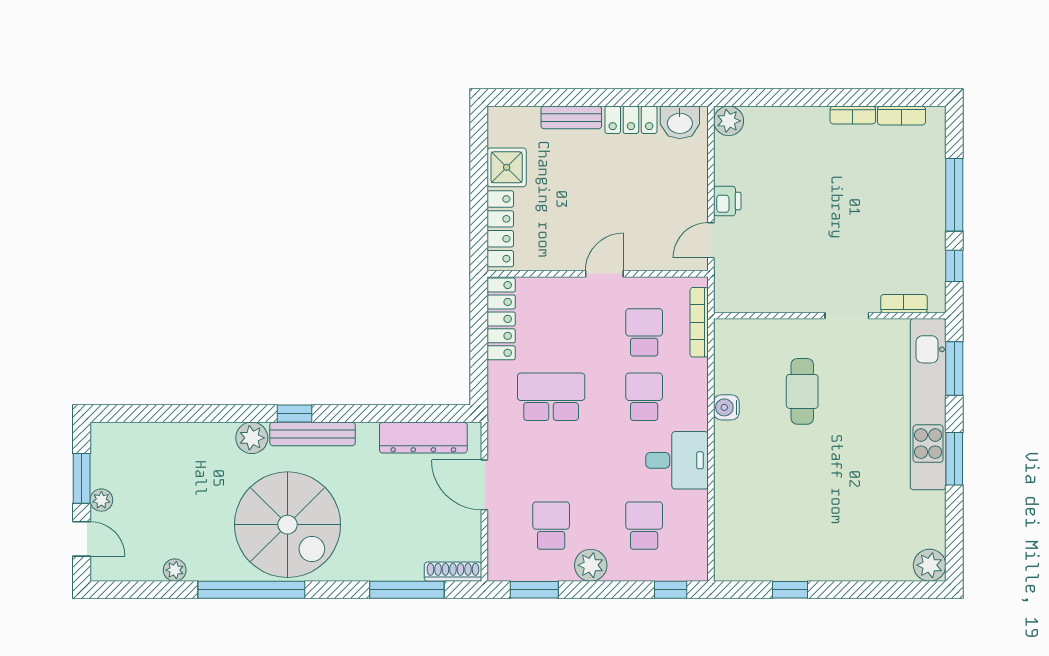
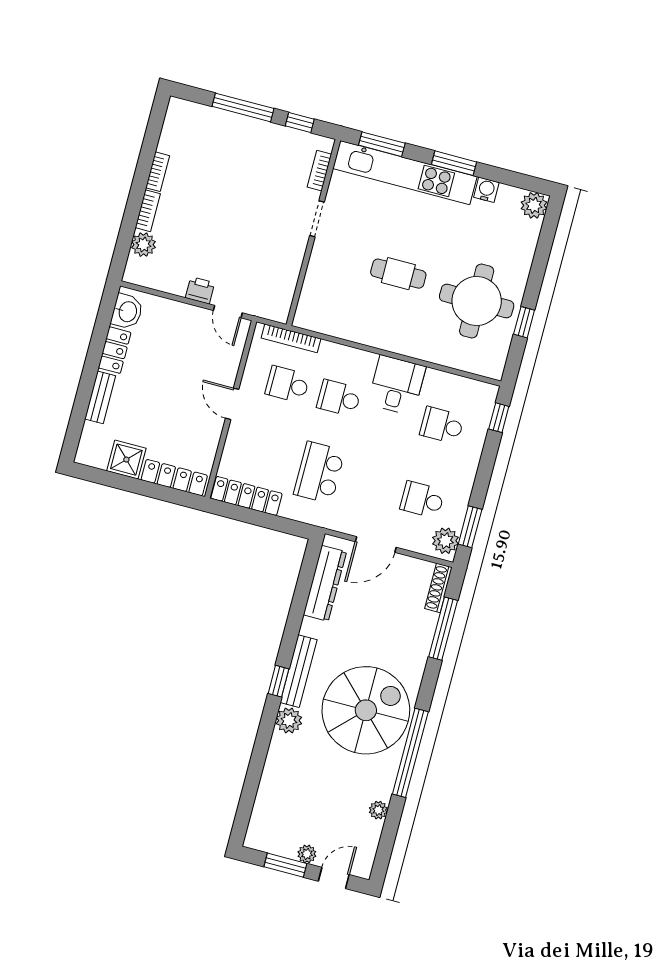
bookcase: (901, 115) -> (148, 211), moved
plant: (729, 121) -> (143, 245), moved
cafe table: (802, 391) -> (398, 274), moved
water cooler: (726, 407) -> (486, 190), moved, turned 180
round table: (800, 528) -> (477, 301), added
plant: (591, 565) -> (445, 541), moved

